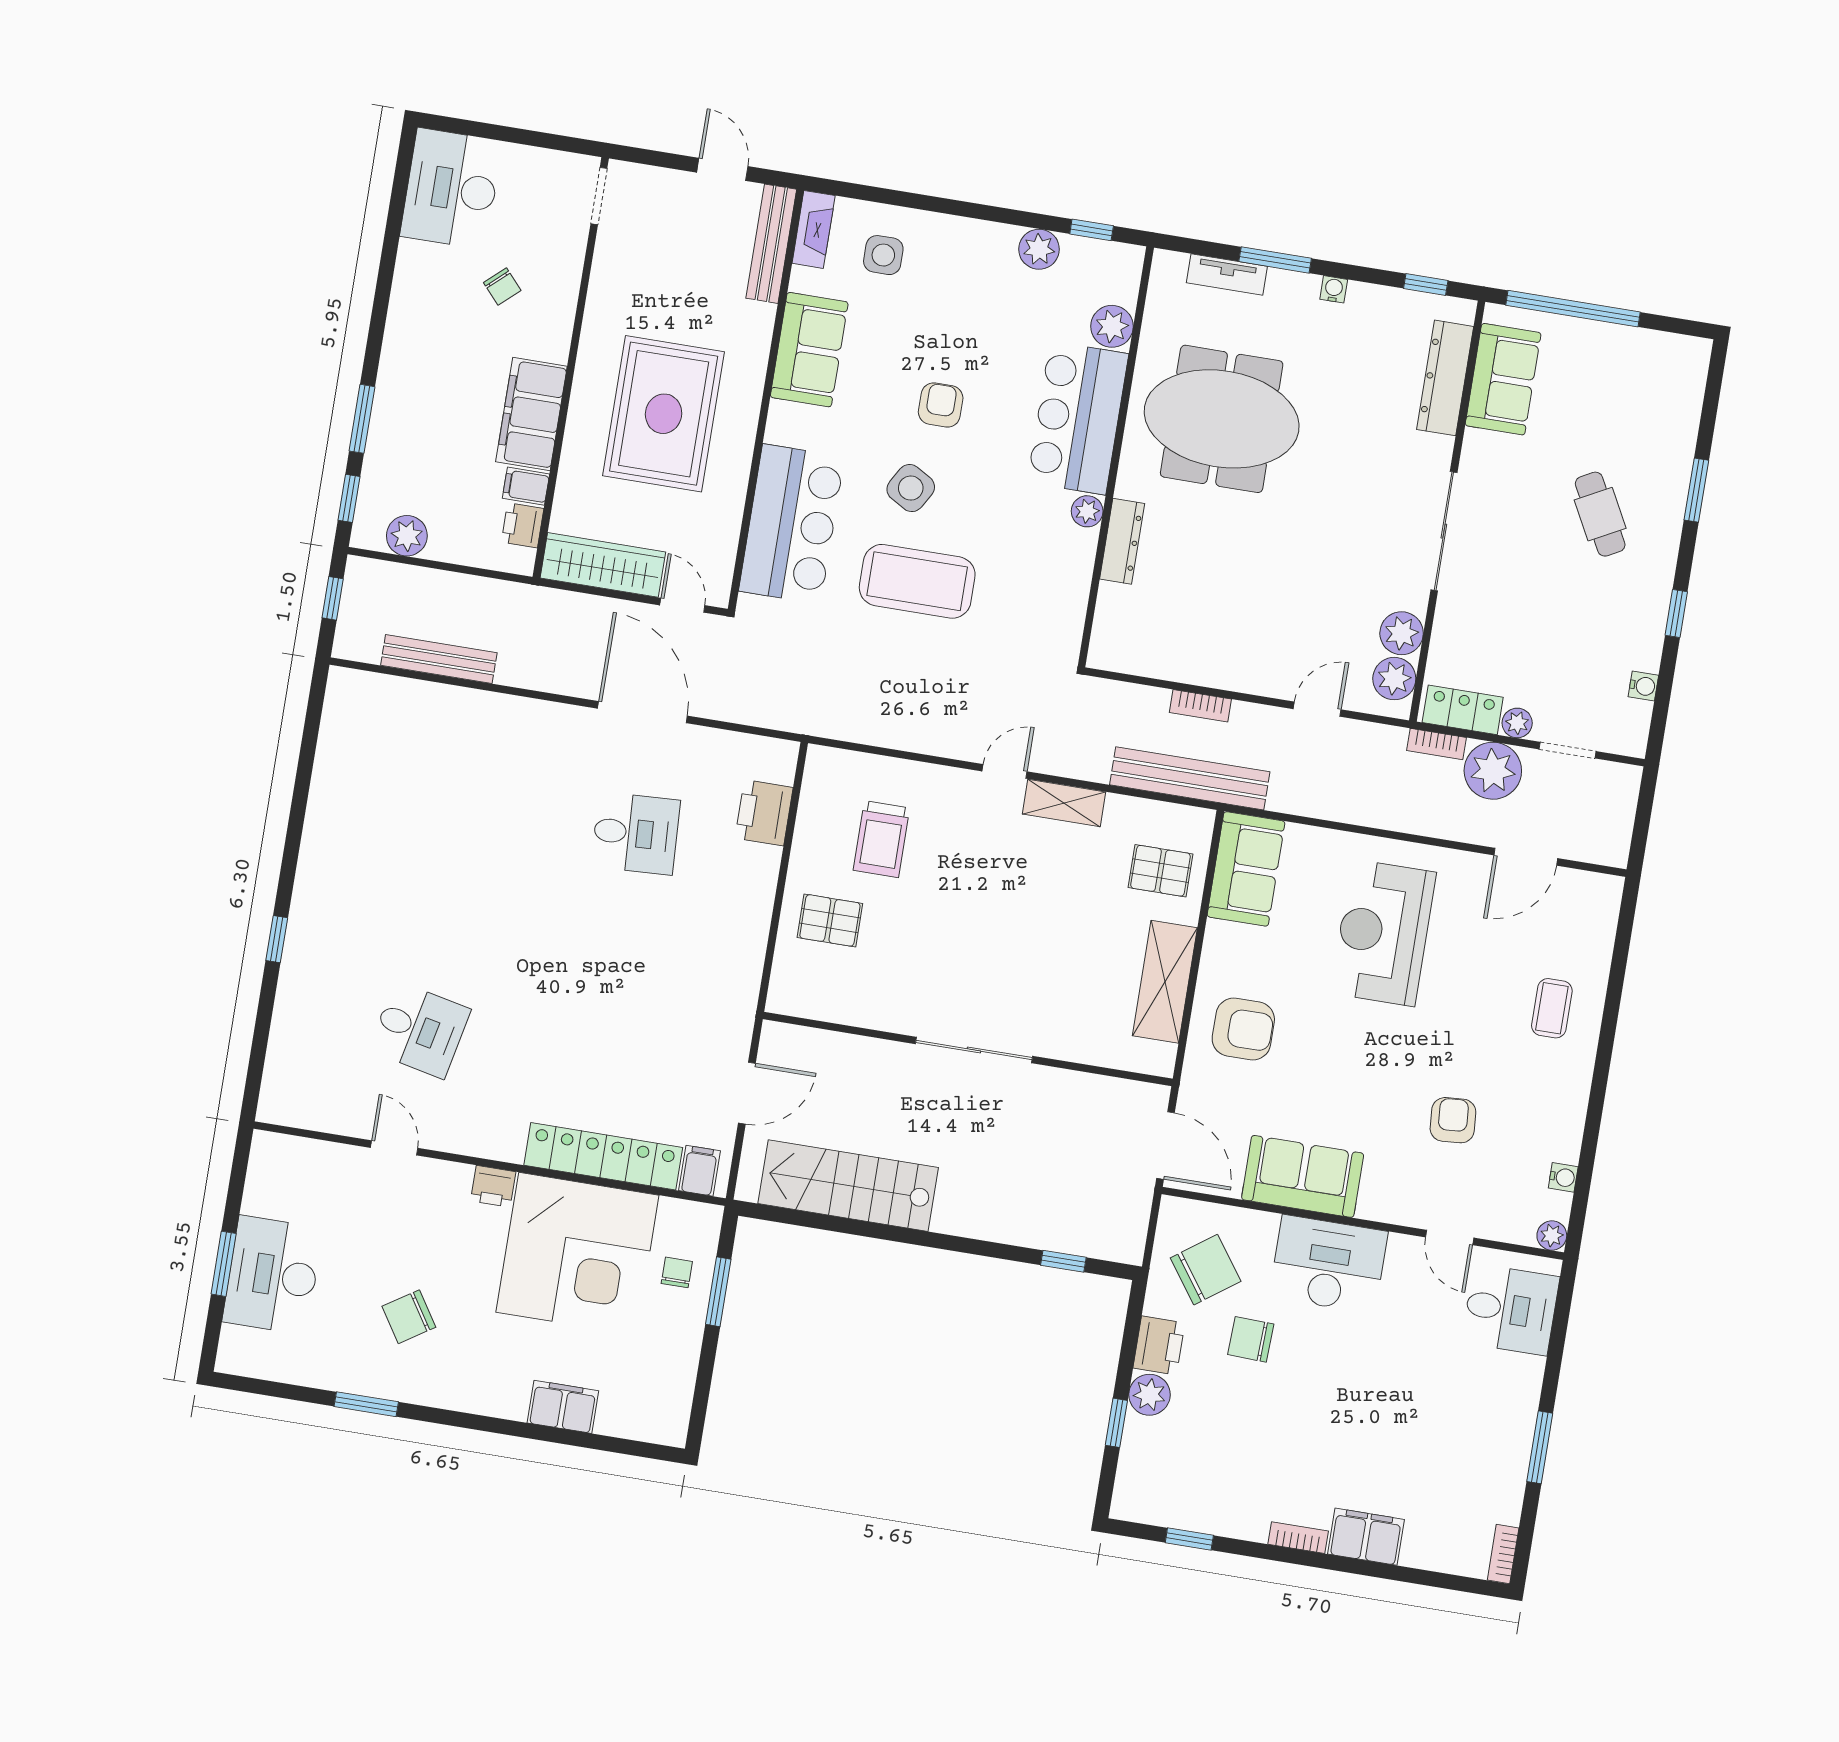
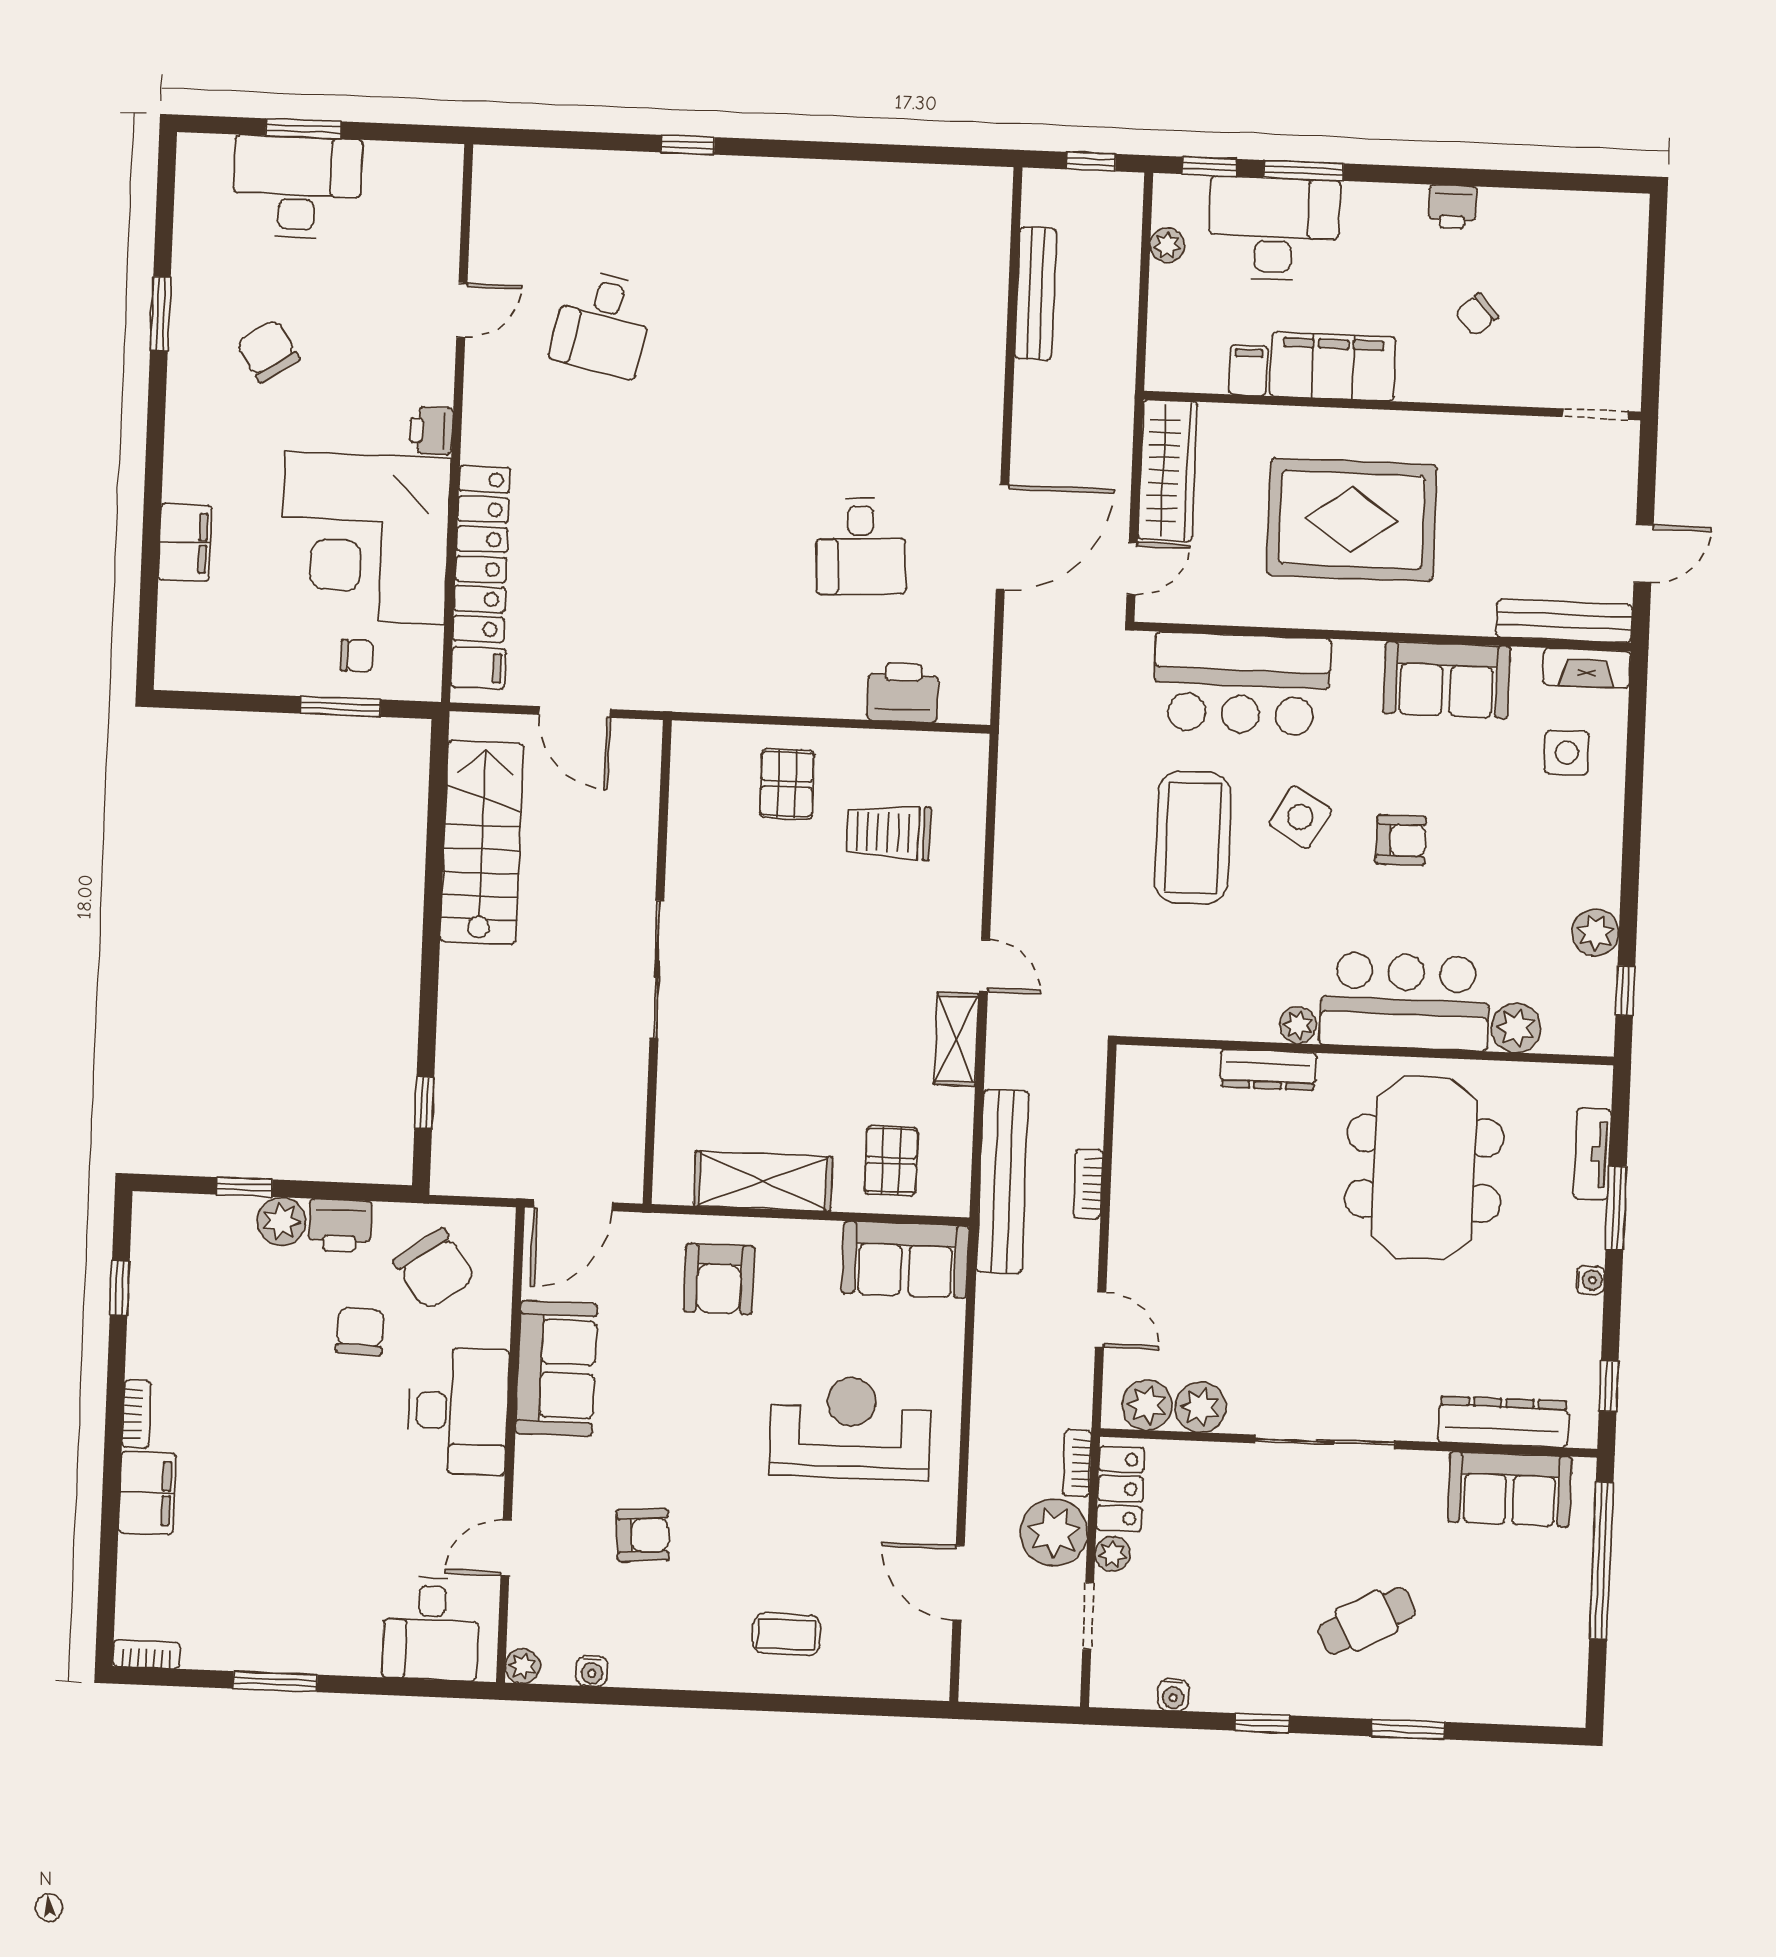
desk: (451, 189) -> (1274, 229), moved
printer: (523, 525) -> (1452, 207), moved, turned 180
plant: (407, 536) -> (1167, 245), width x0.73, depth x0.73

